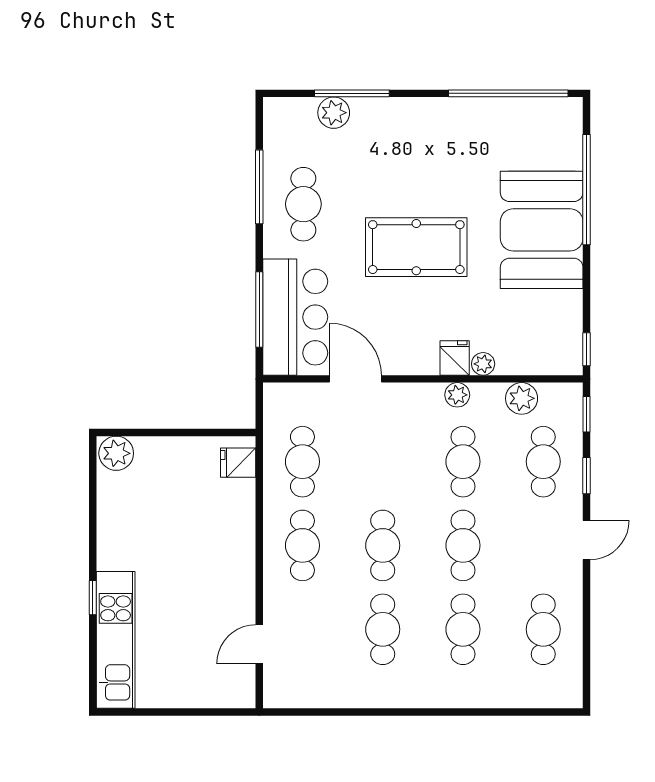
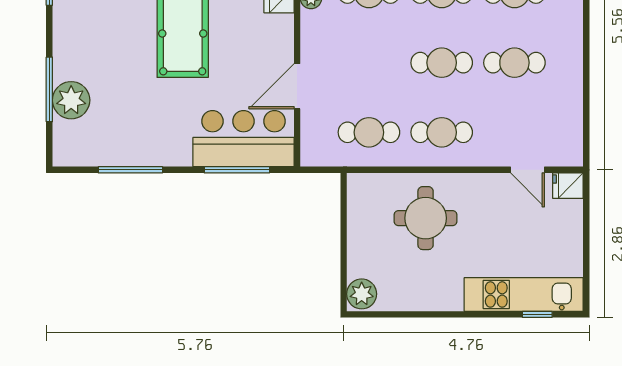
plant: (334, 113) -> (71, 100), width x1.36, depth x1.36
cafe table: (303, 204) -> (145, 132), removed
fridge: (238, 463) -> (568, 186), moved, turned 90
round table: (204, 527) -> (426, 218), added
window: (93, 598) -> (537, 314), moved

